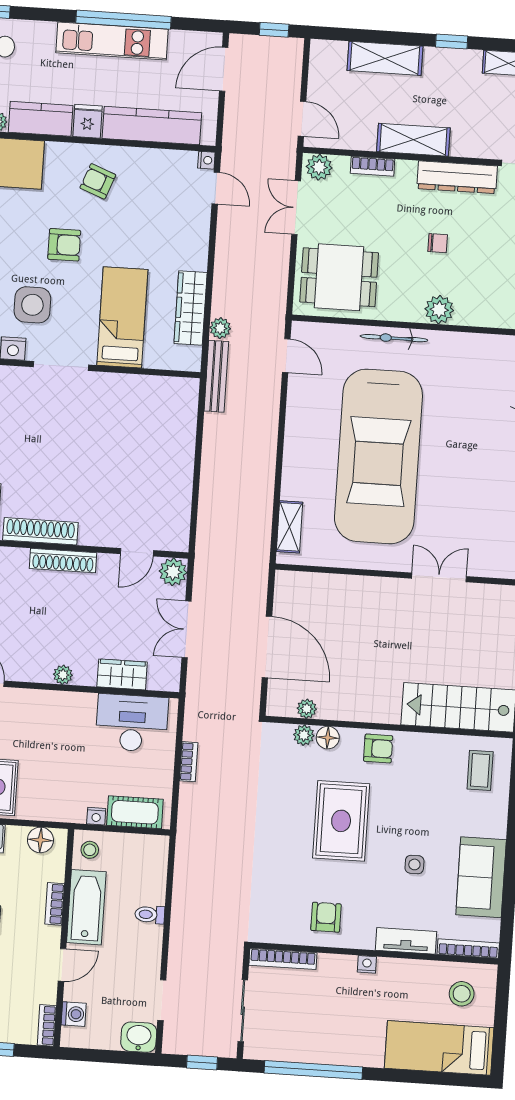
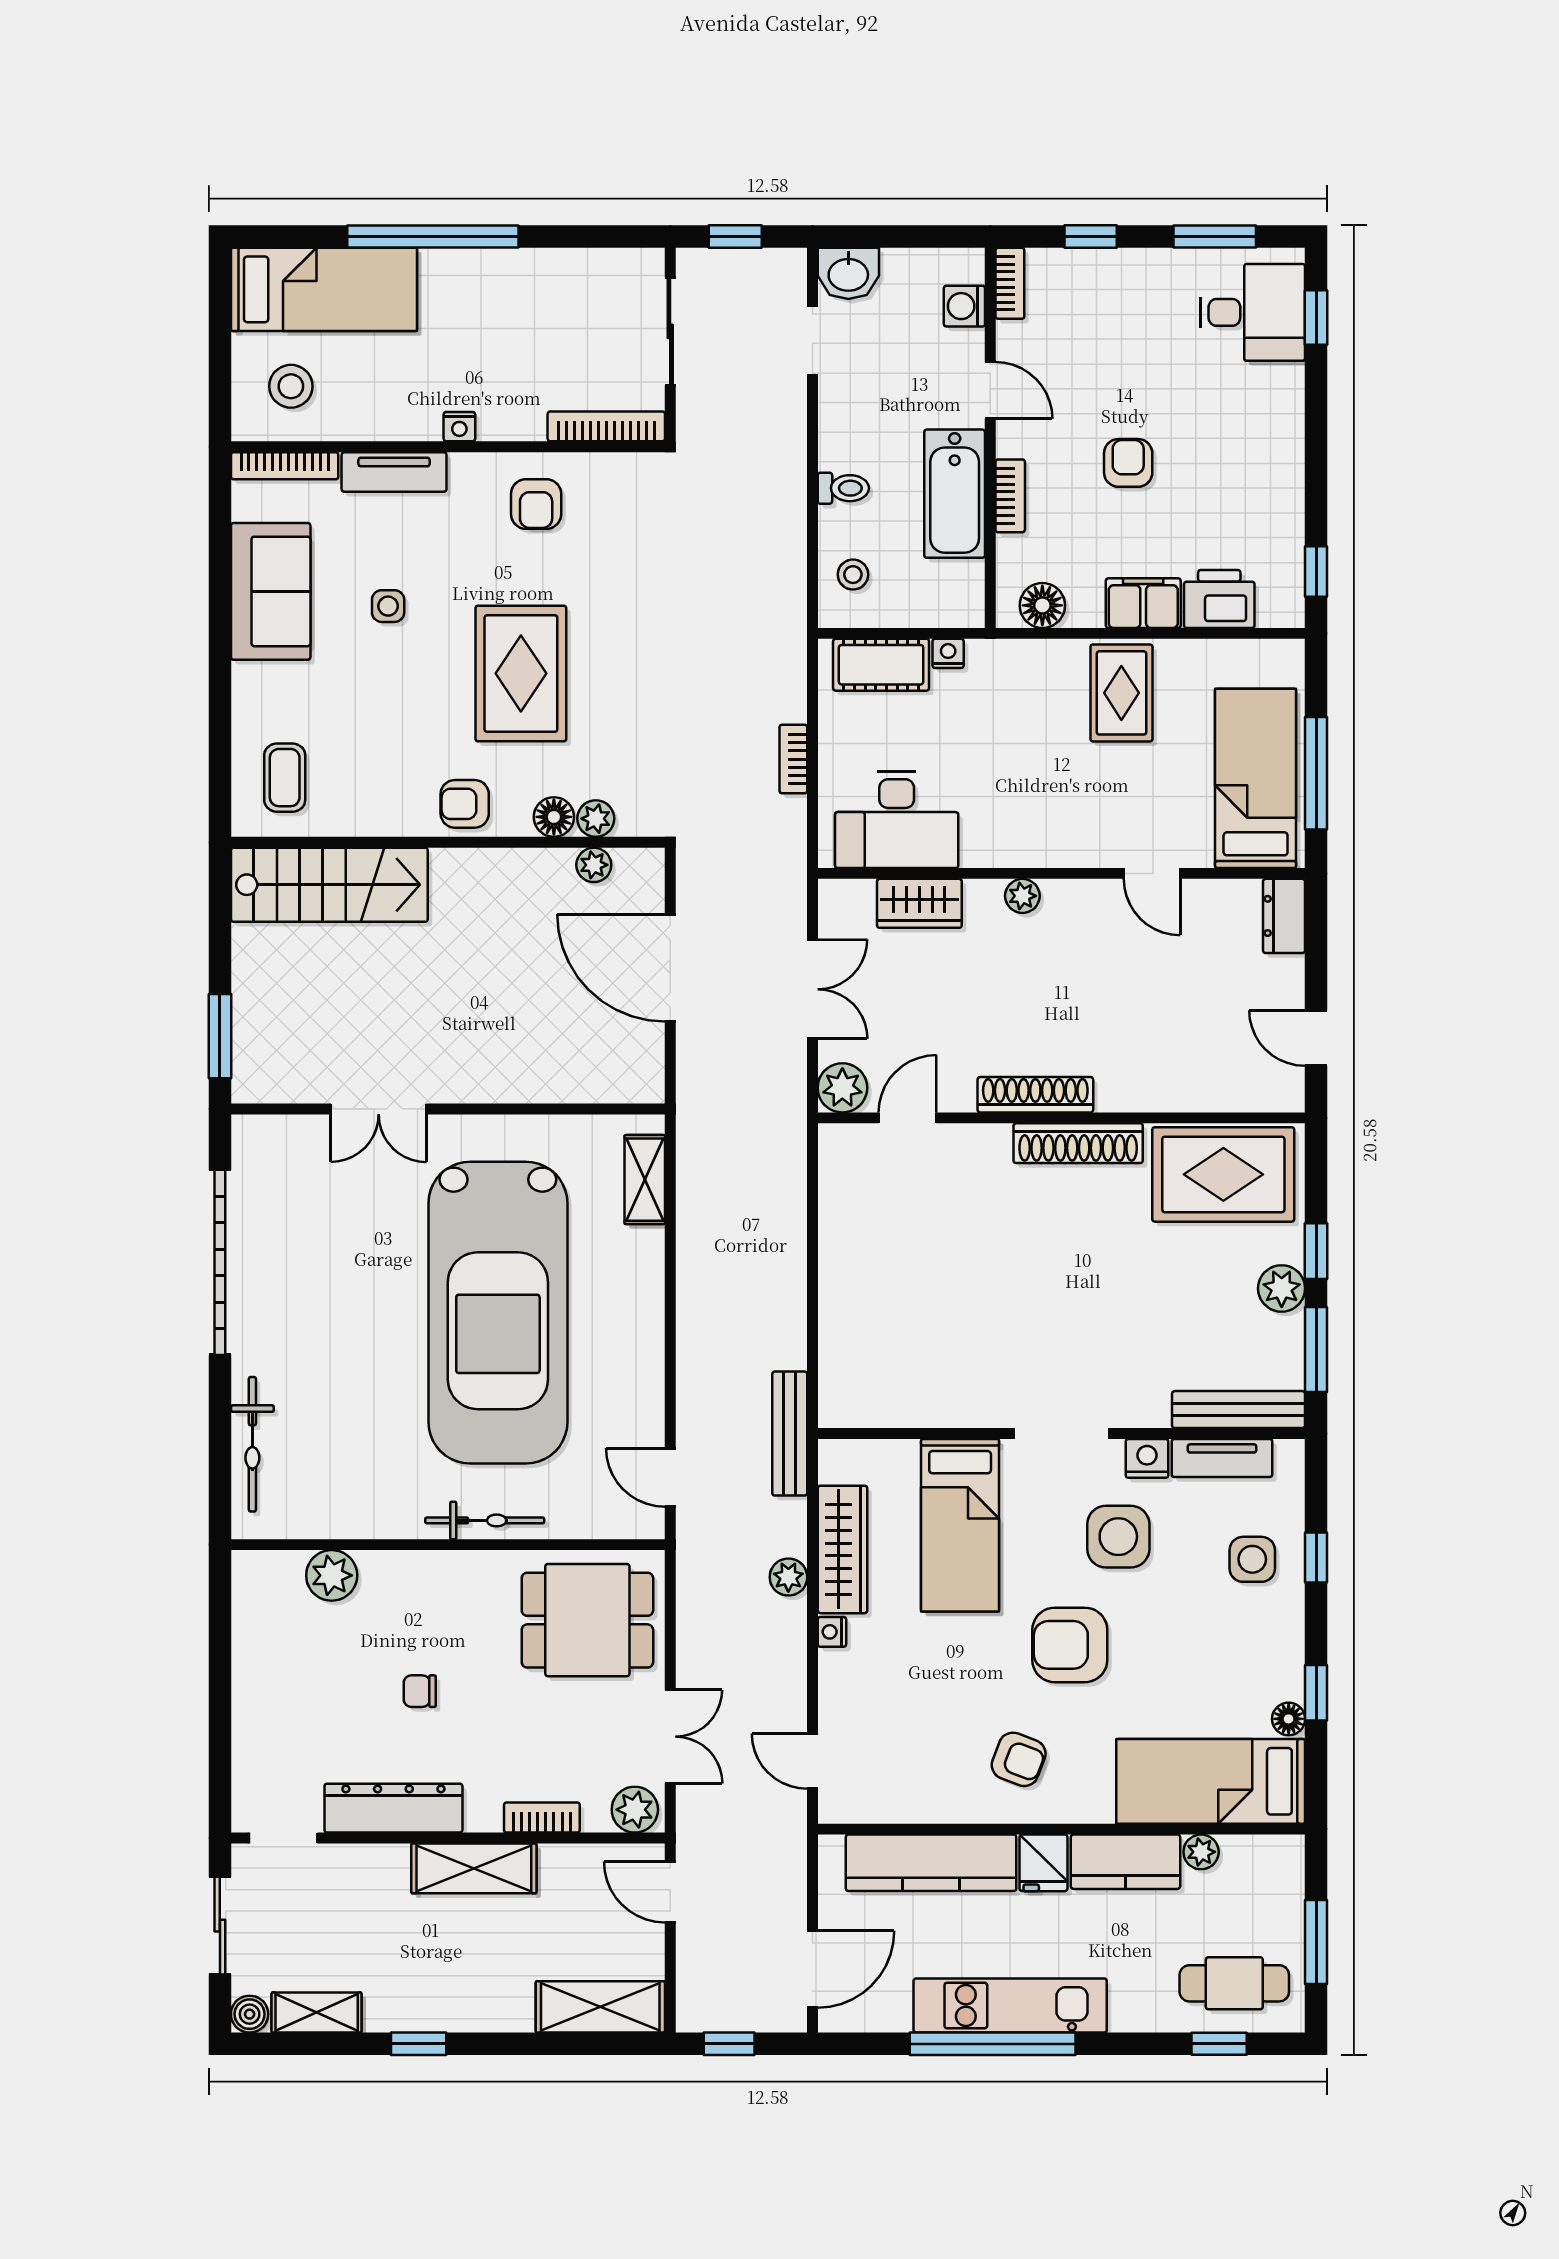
shelving: (385, 58) -> (600, 2007), moved
nightstand: (206, 160) -> (832, 1632), moved
armchair: (64, 245) -> (1070, 1645), width x1.38, depth x1.38
plant: (439, 310) -> (332, 1575), moved
plant: (220, 328) -> (788, 1577), moved
car: (378, 456) -> (498, 1313), turned 180
stool: (90, 850) -> (853, 575), moved
door: (62, 965) -> (990, 390), swing flipped
window: (313, 1070) -> (433, 236), moved

